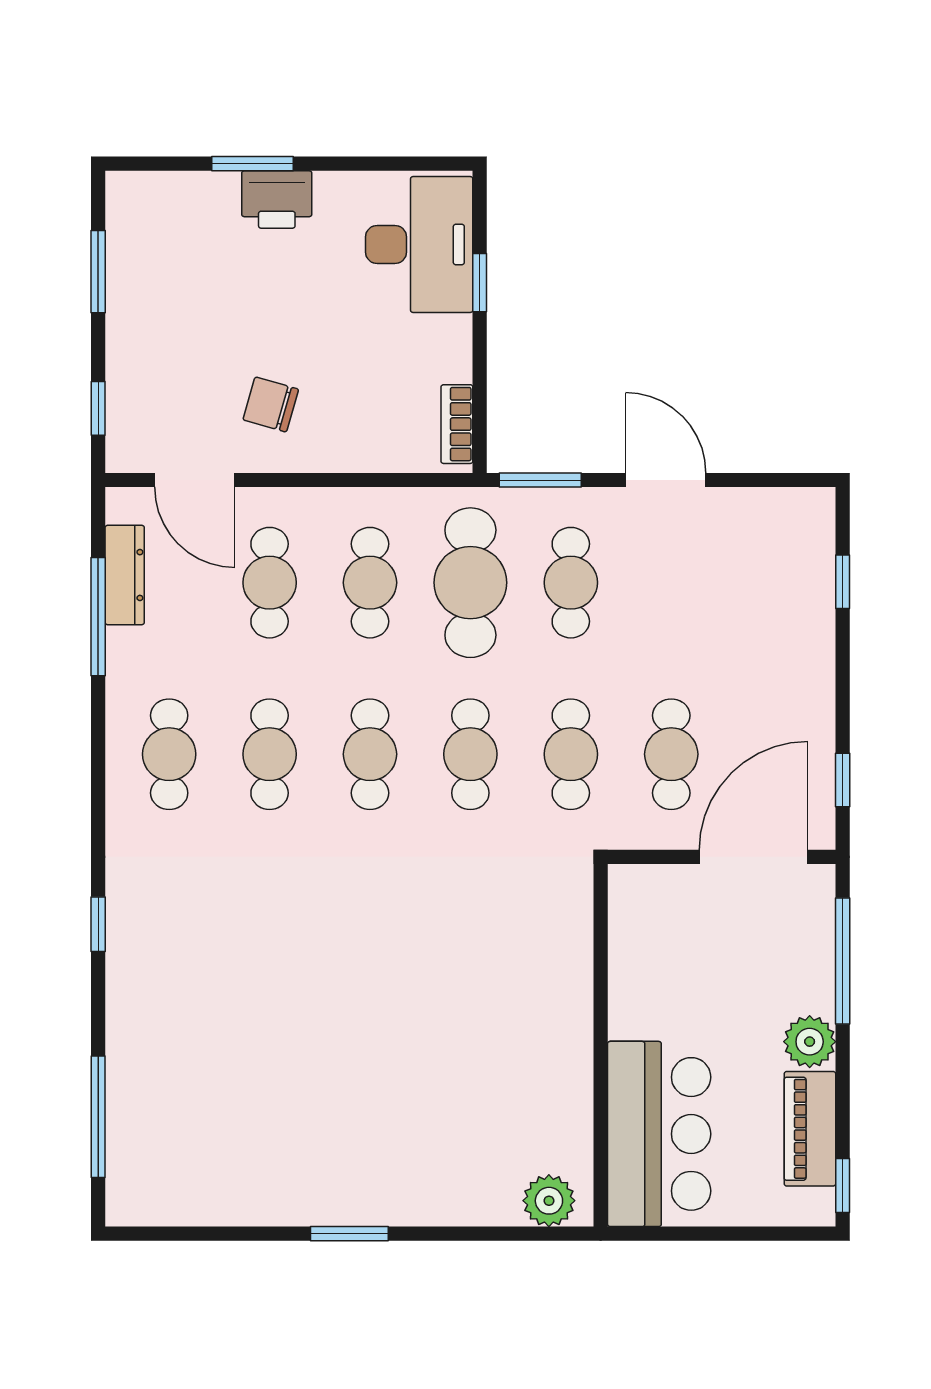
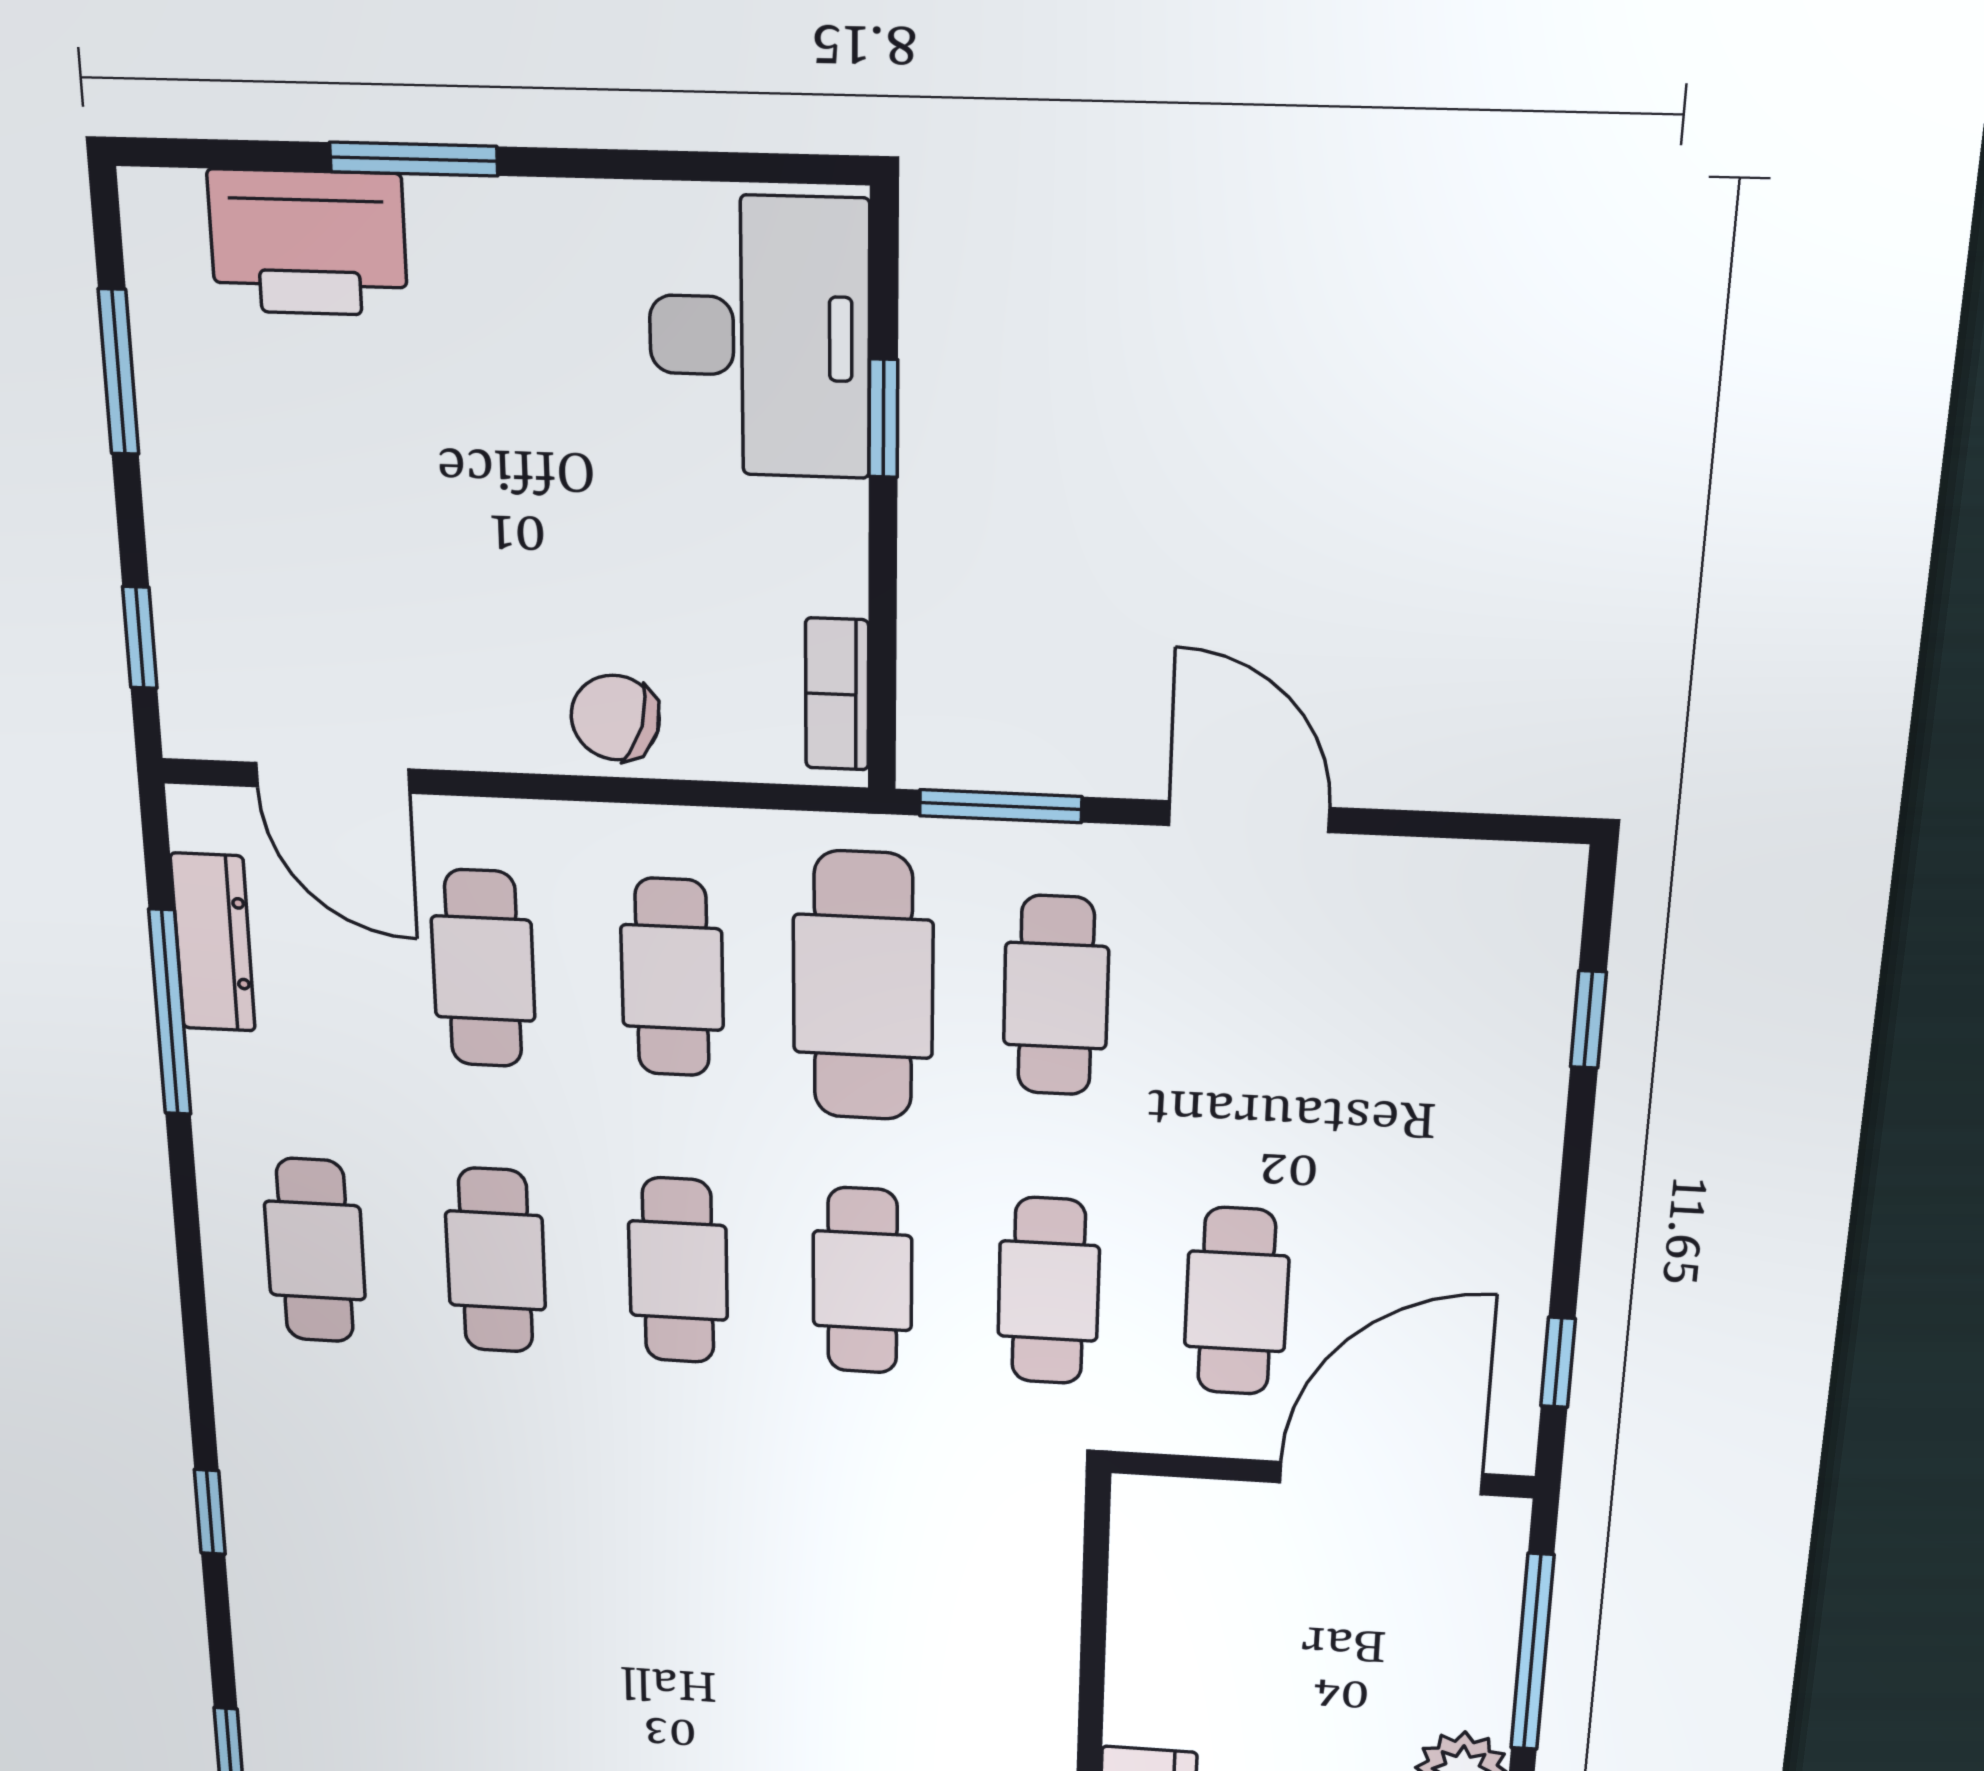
printer: (277, 199) -> (308, 243), moved, width x1.37, depth x1.19
chair: (271, 404) -> (615, 718), moved

